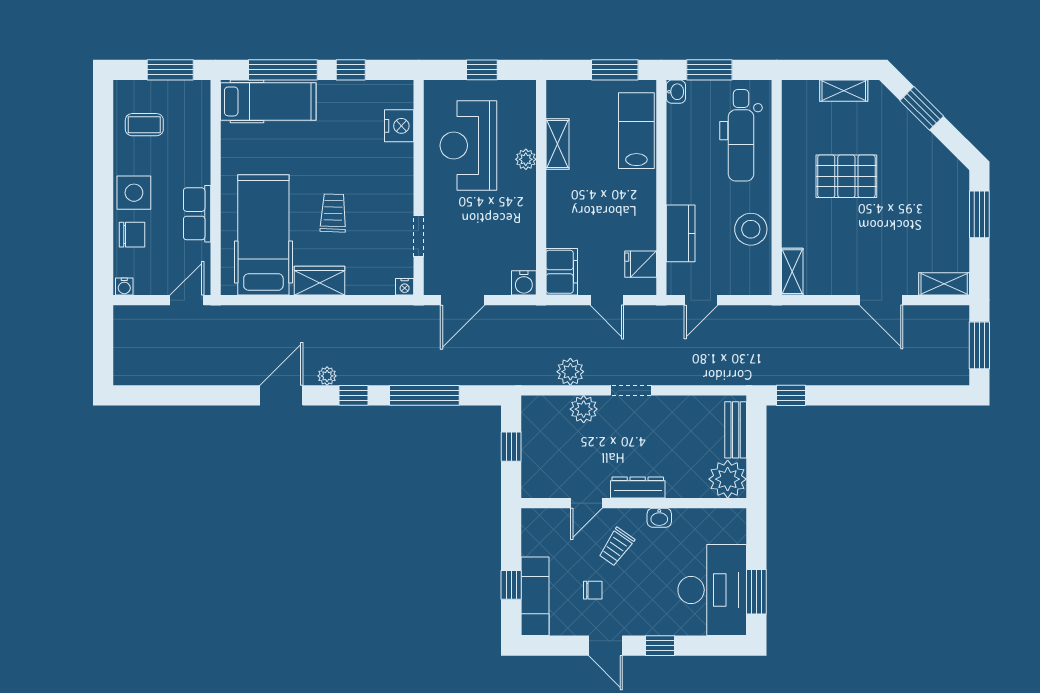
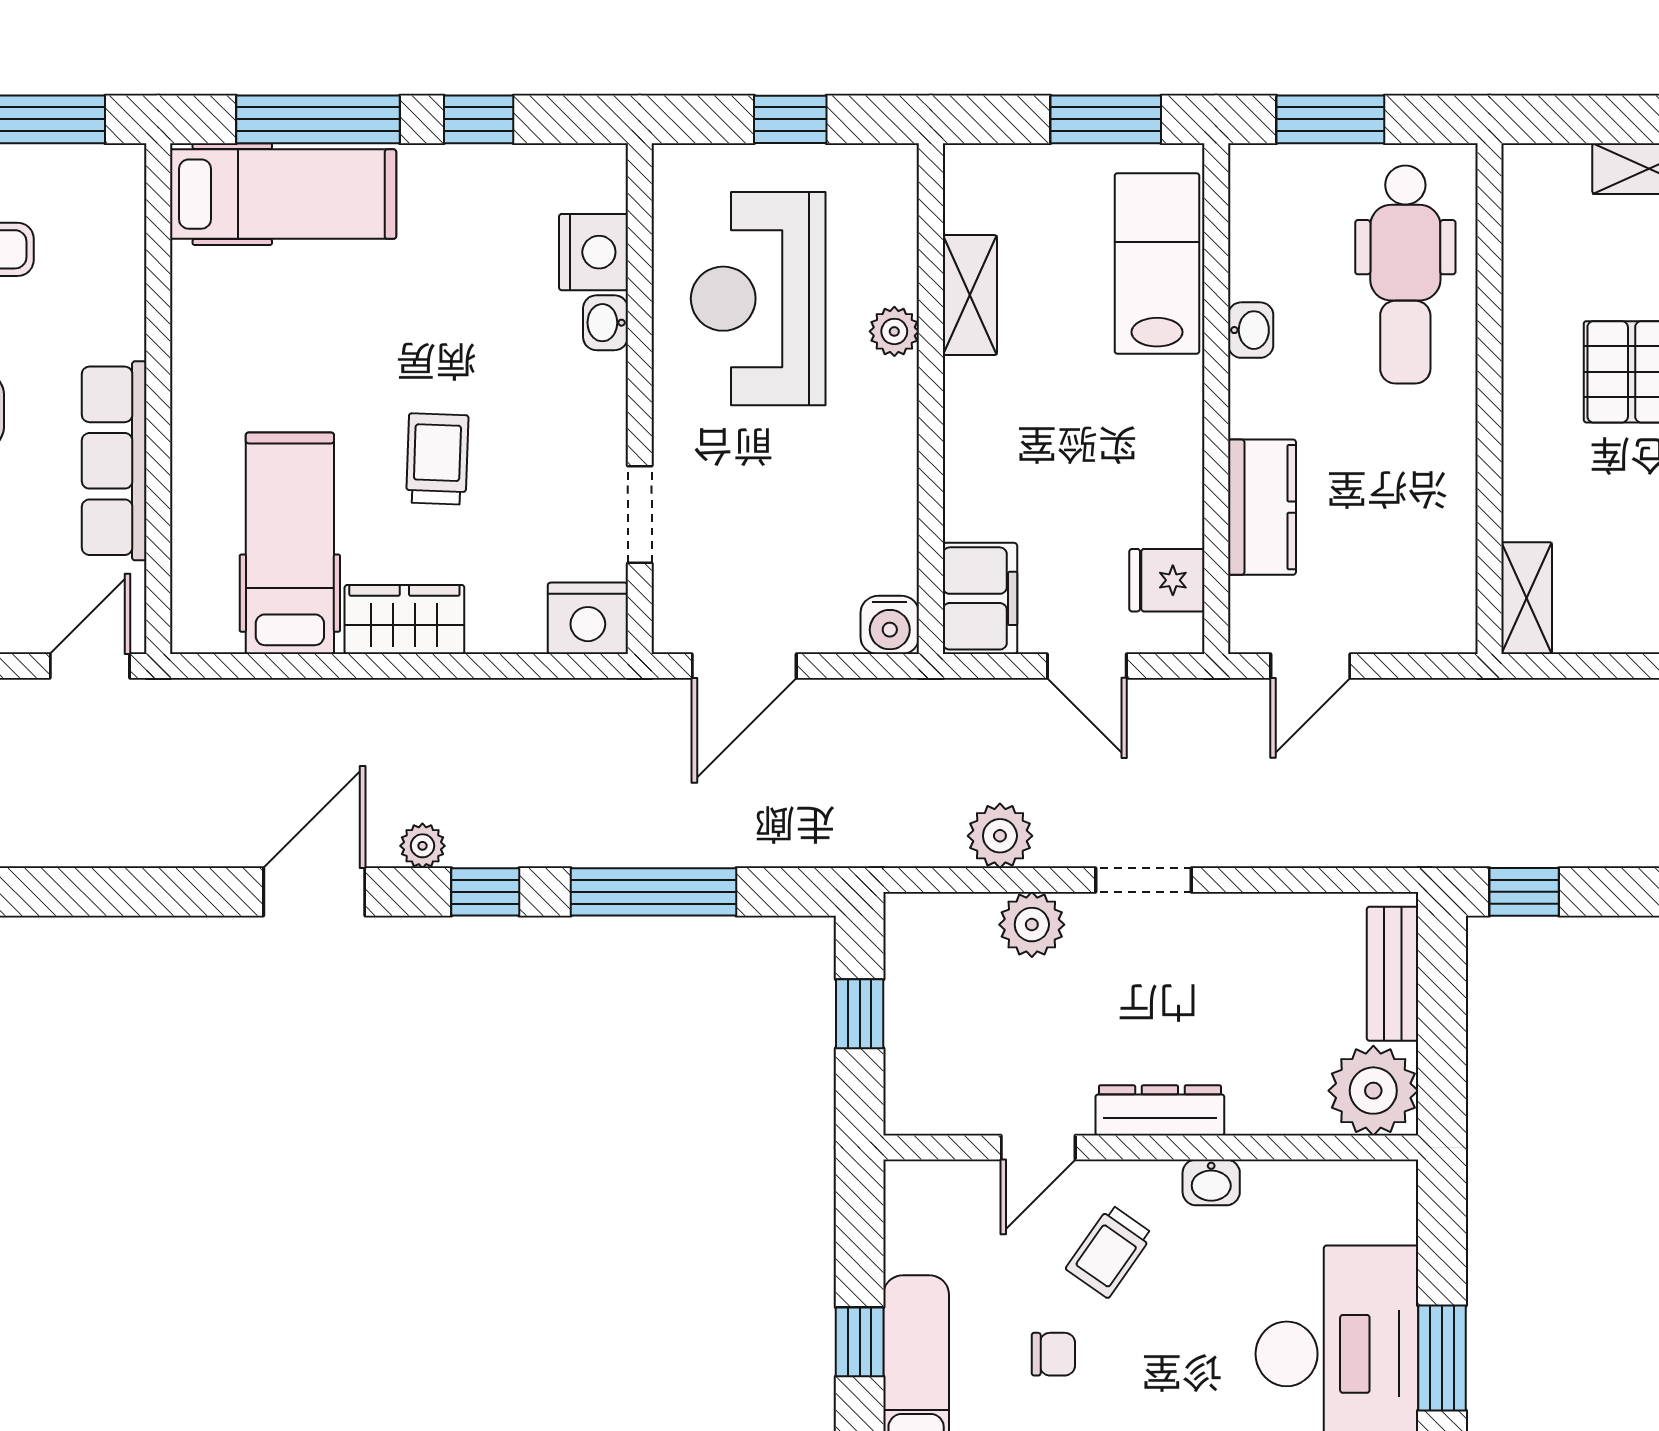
washbasin: (676, 92) -> (1251, 330), moved
washbasin: (404, 156) -> (605, 323), added
row of seats: (197, 214) -> (114, 461), width x1.48
stool: (751, 229) -> (1429, 498), removed
hospital bed: (263, 235) -> (290, 543), width x0.73, depth x0.78
nightstand: (405, 287) -> (588, 618), width x1.89, depth x1.79

